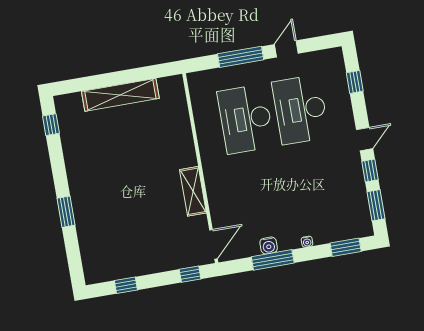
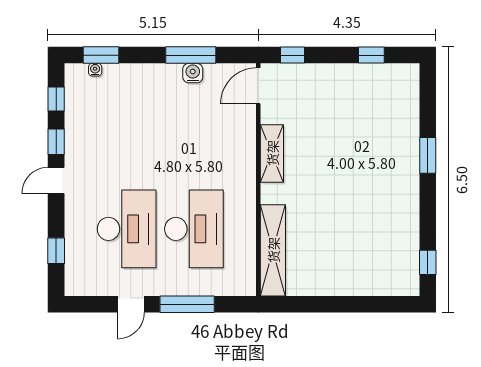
shelving: (120, 95) -> (273, 250), moved, turned 90
window: (376, 205) -> (56, 99), width x0.67
water cooler: (307, 242) -> (95, 70), moved

